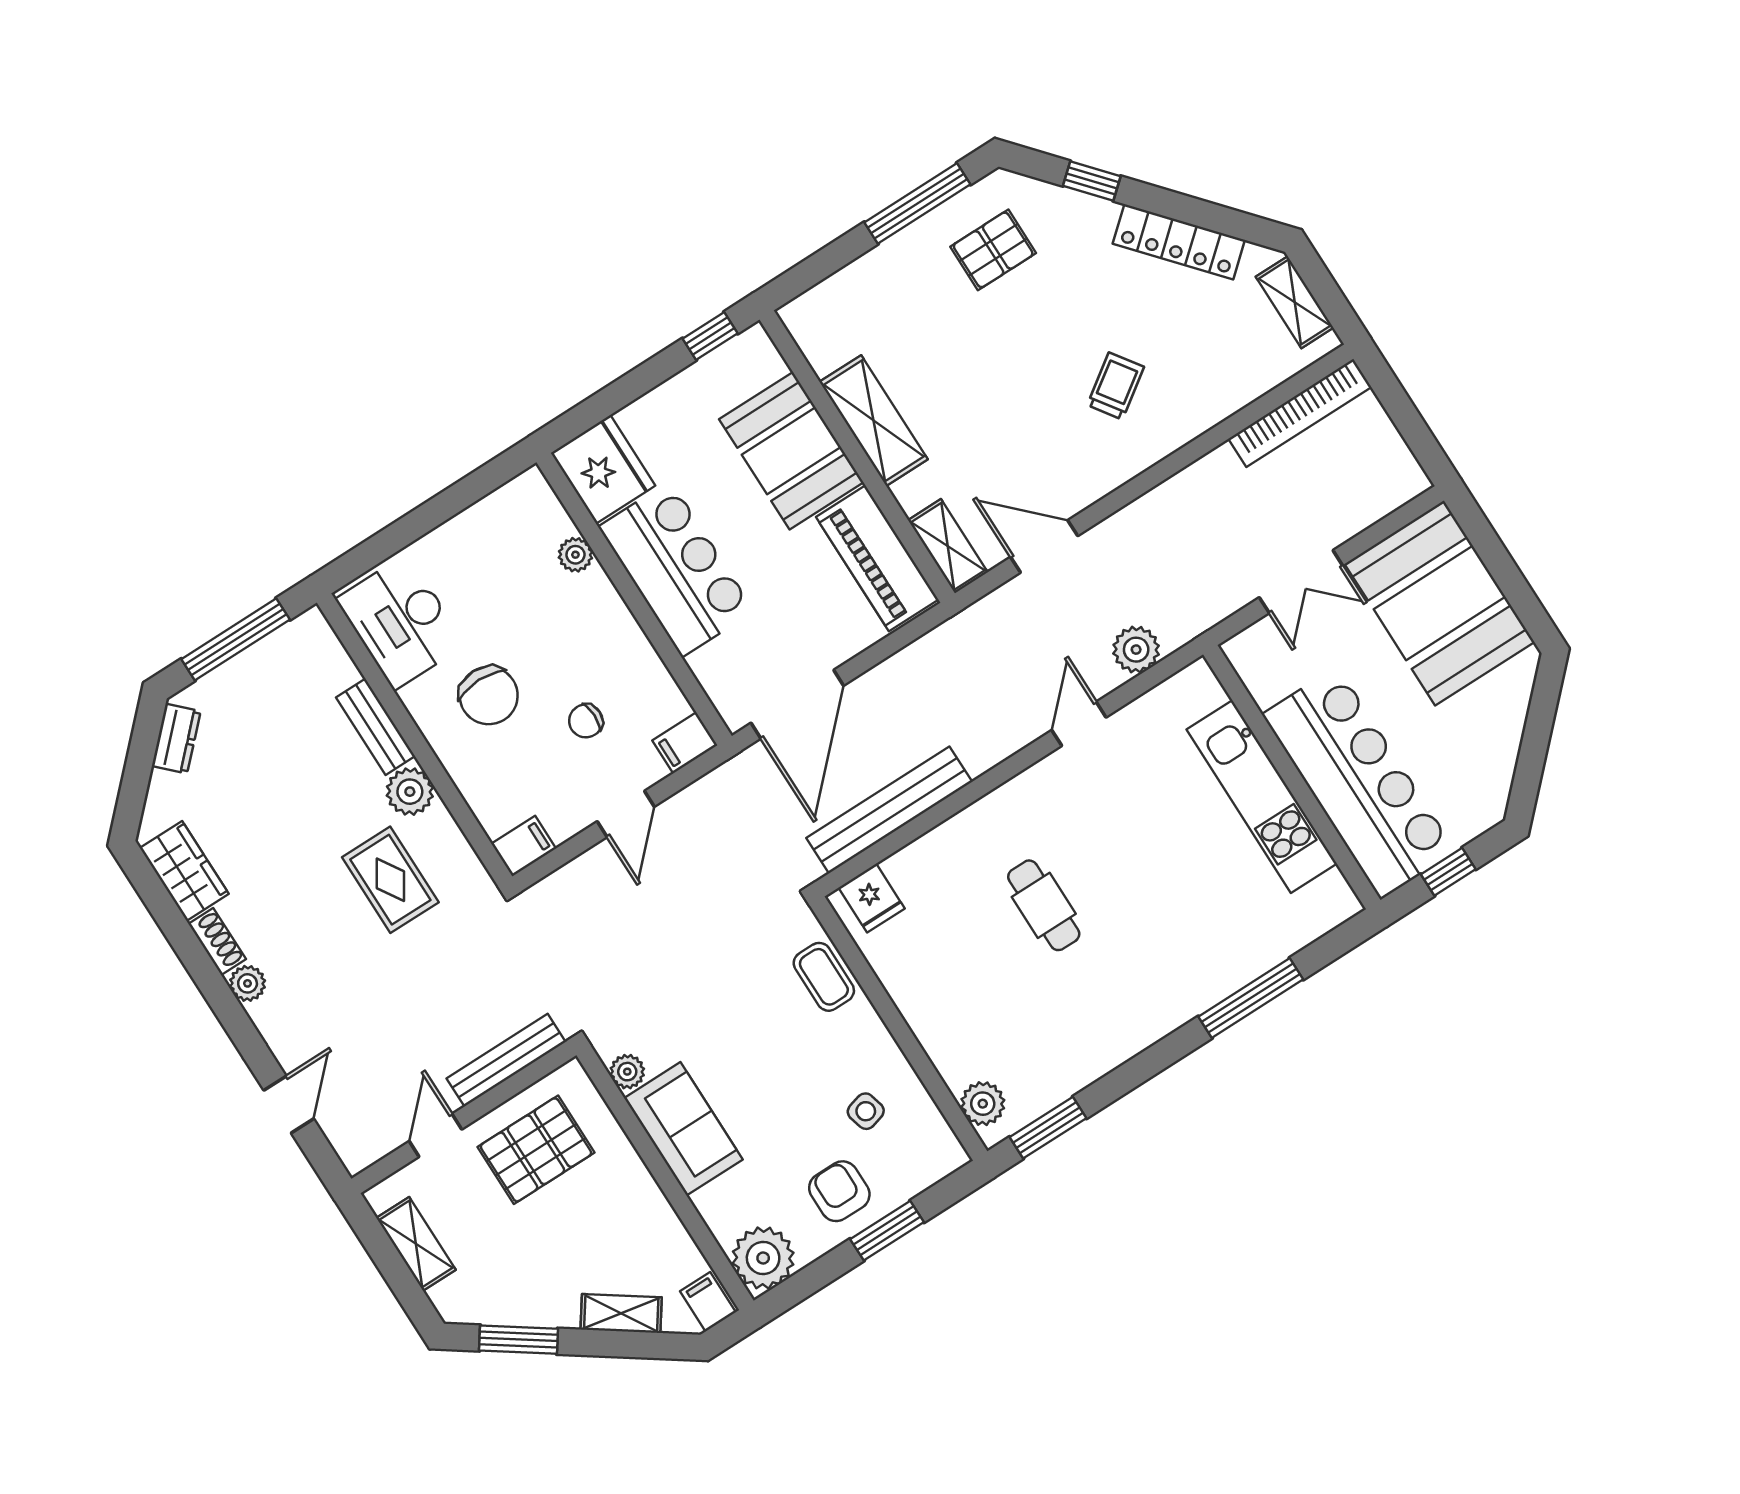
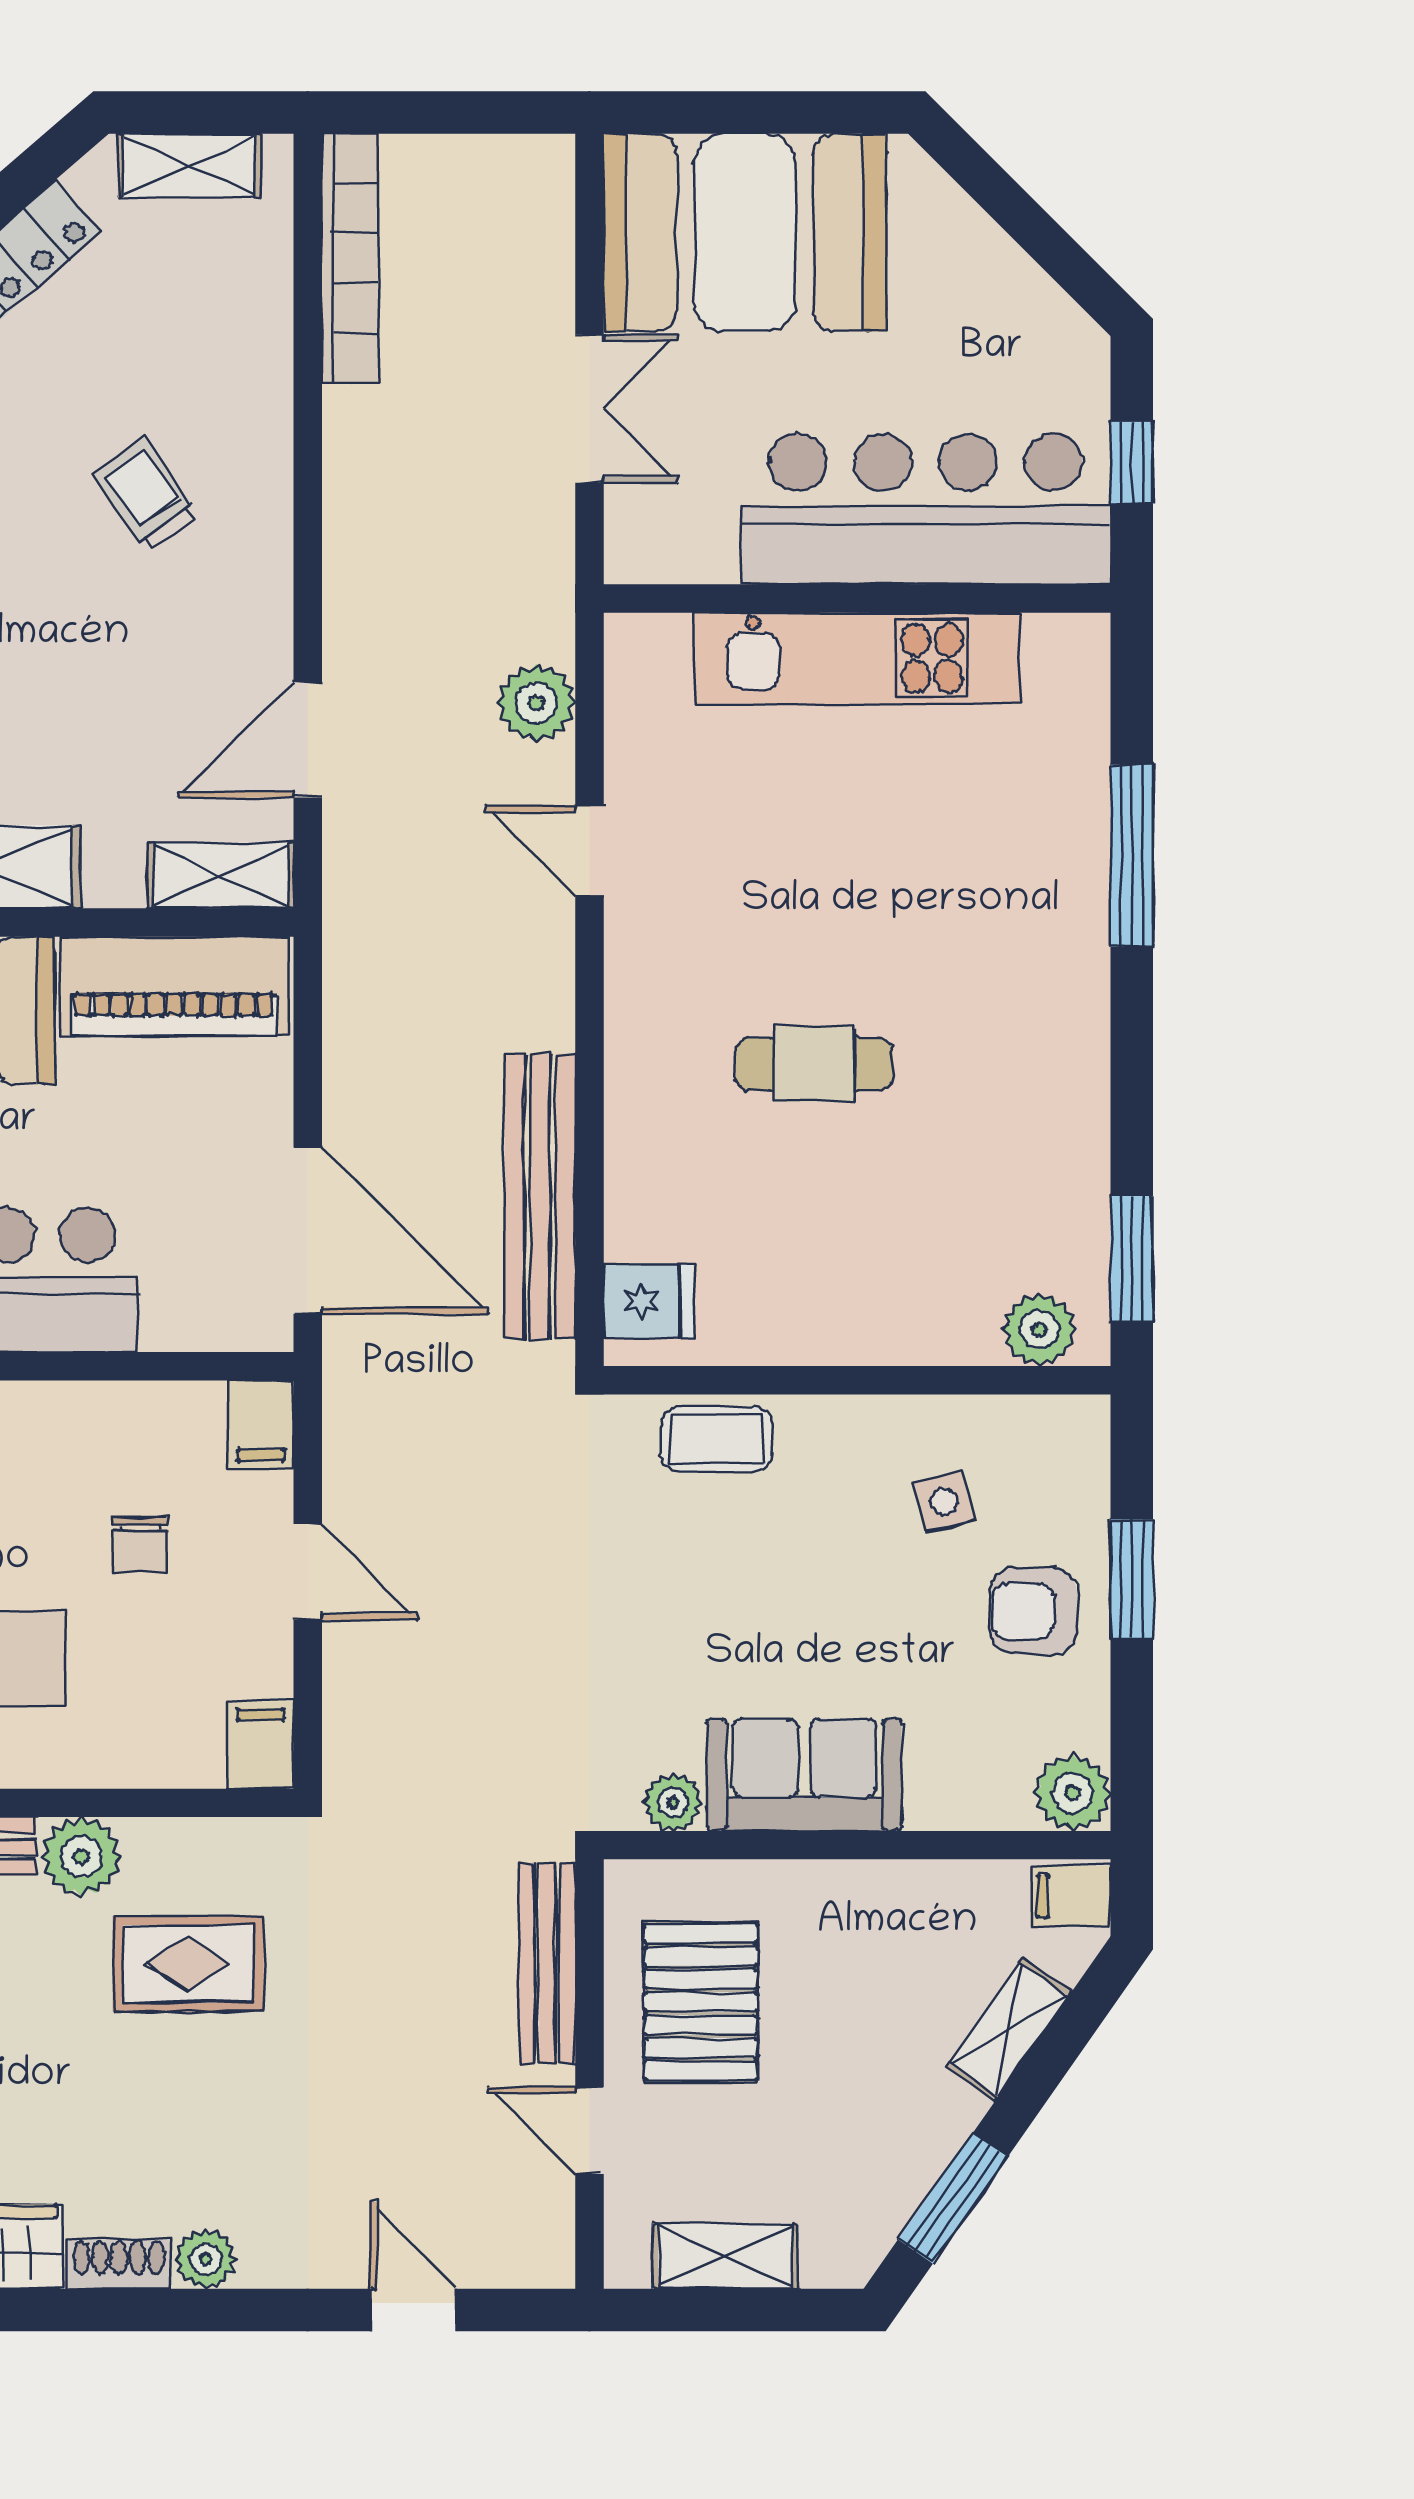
plant: (763, 1258) -> (1073, 1793), width x0.73, depth x0.73

